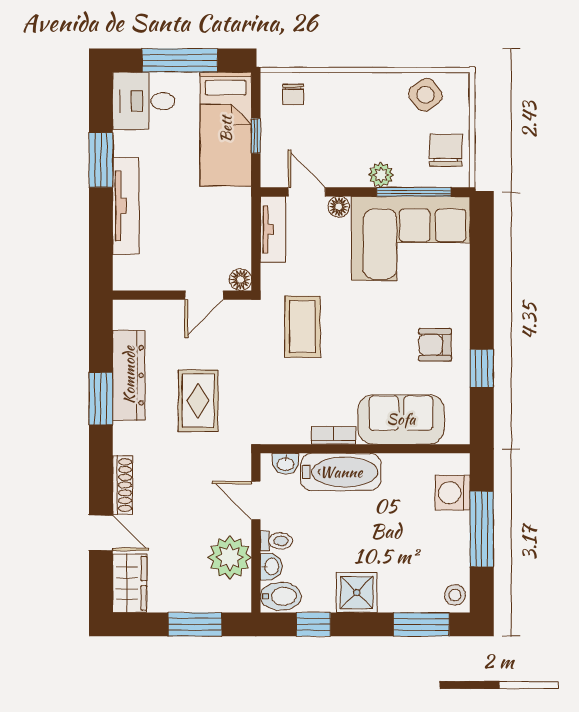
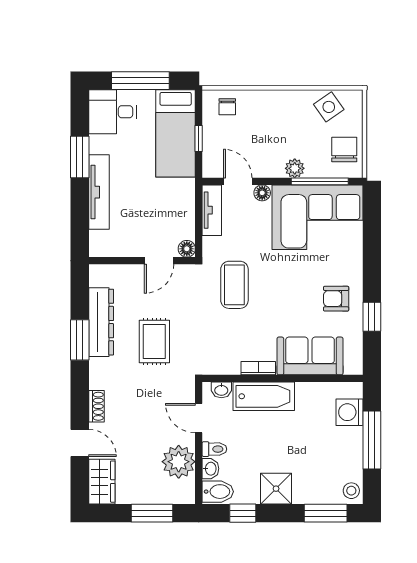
shoe rack: (123, 485) -> (96, 406), width x0.70

